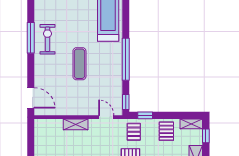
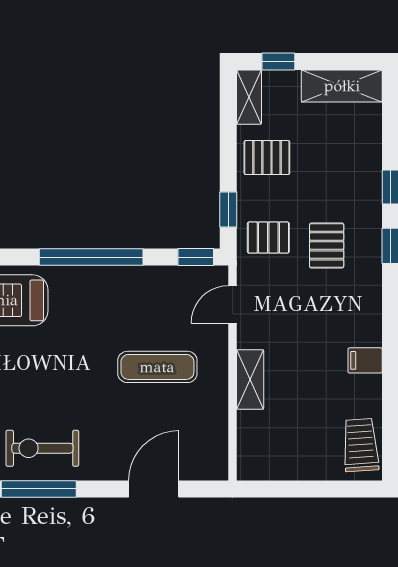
exercise mat: (79, 64) -> (157, 367), moved
door: (31, 98) -> (154, 489), moved

